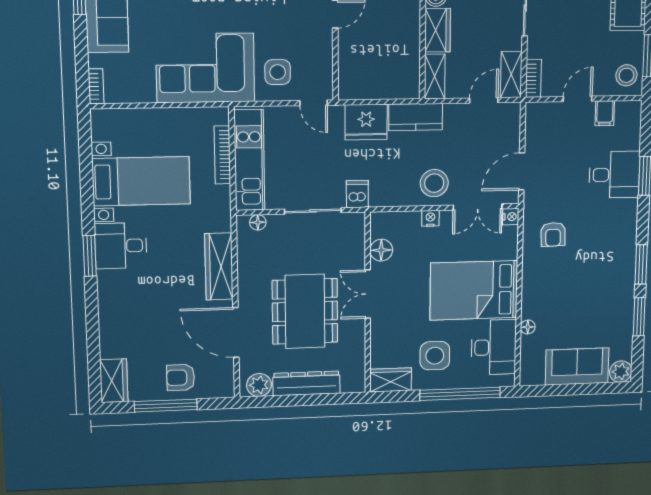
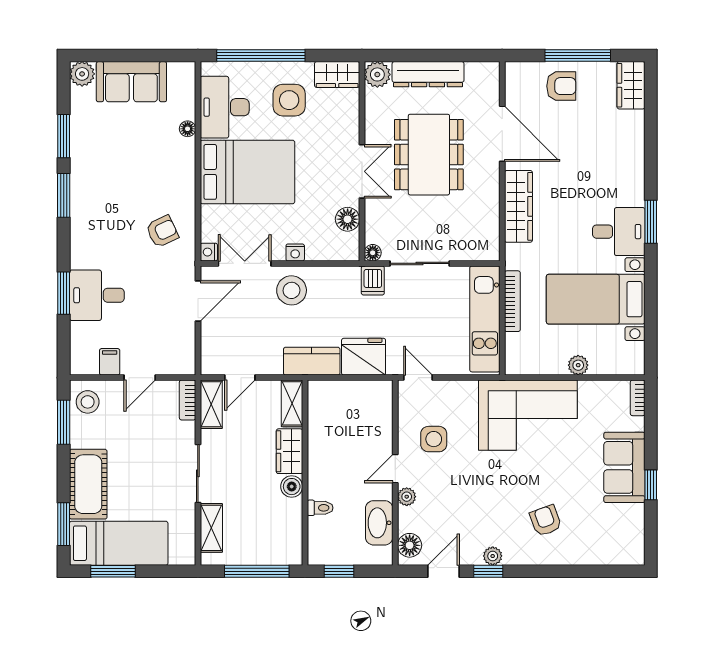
side table: (278, 72) -> (434, 439), moved
plant: (157, 117) -> (578, 365), added
bookcase: (222, 155) -> (512, 301), moved
floor lamp: (258, 222) -> (373, 253), moved
armchair: (553, 234) -> (162, 231), turned 67
plant: (259, 385) -> (377, 74), moved

